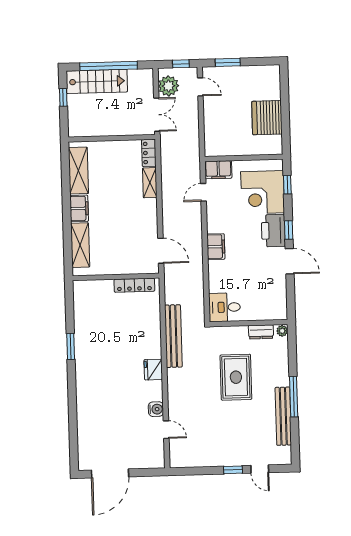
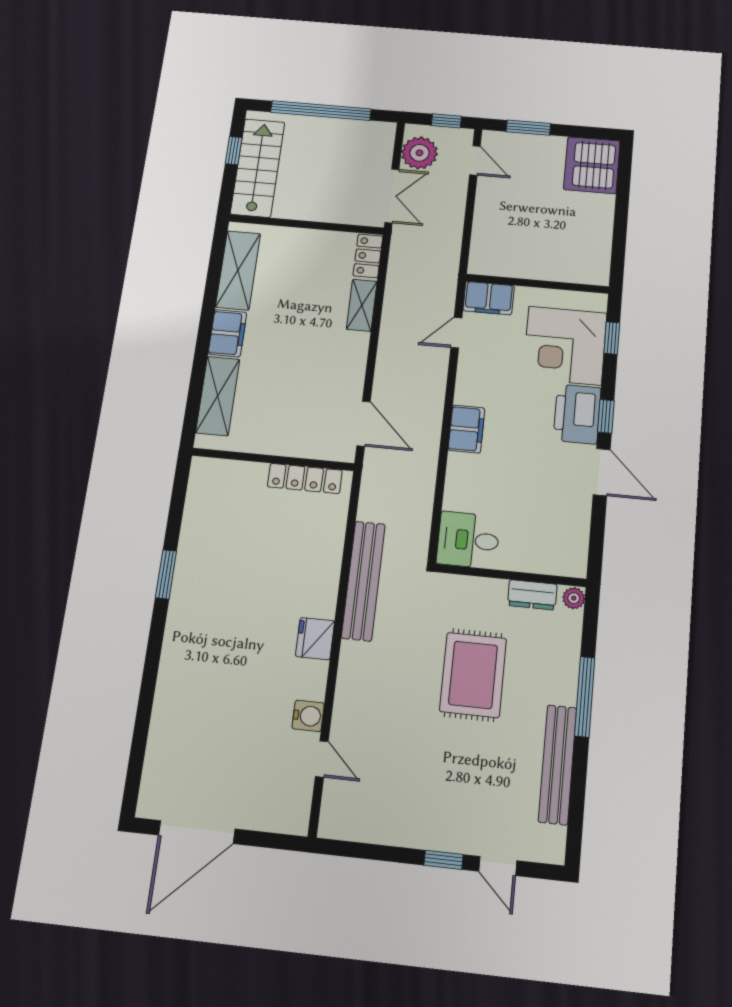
stairs: (97, 81) -> (258, 168), moved, turned -90
server rack: (267, 118) -> (592, 165), moved
window: (294, 397) -> (585, 697), moved

